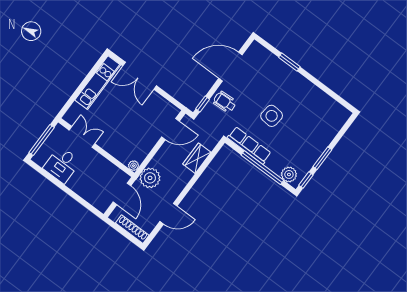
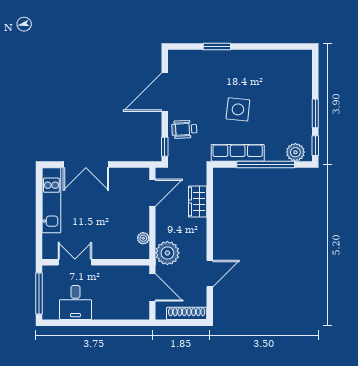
plant: (133, 166) -> (143, 238), moved

